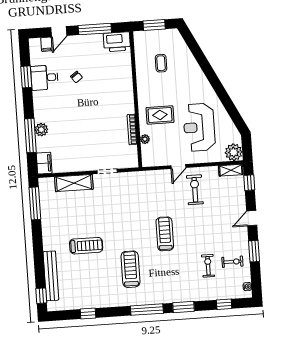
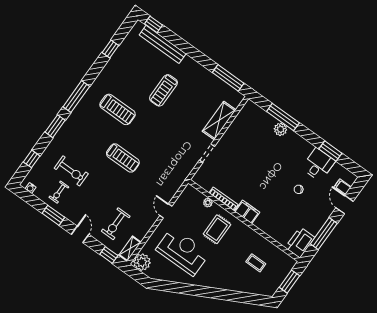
filing cabinet: (44, 163) -> (247, 212), moved, turned 180
exercise bike: (195, 190) -> (116, 224), moved, turned 90
exercise bike: (208, 266) -> (71, 171), width x1.38, depth x1.39

